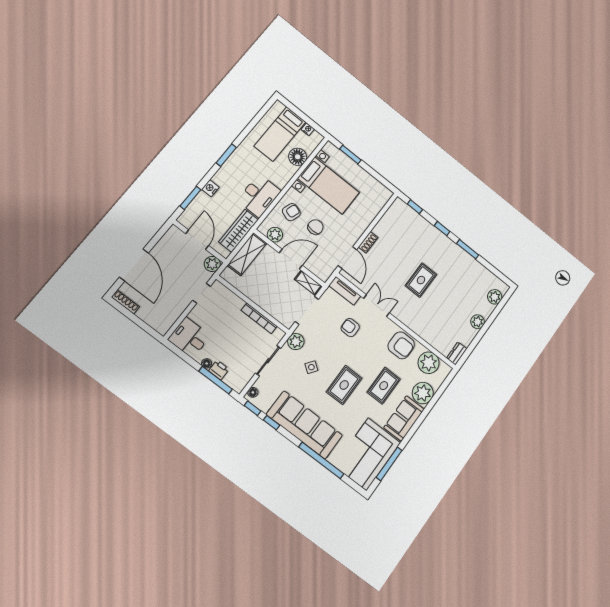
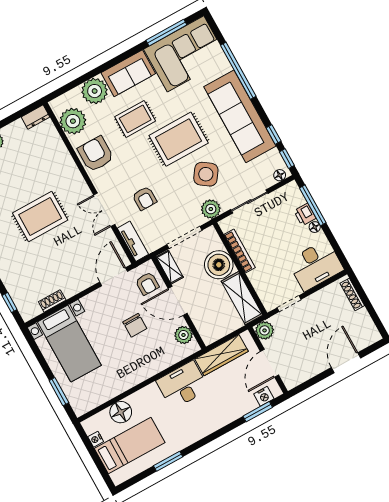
window: (226, 155) -> (168, 461), moved
bed with nightstands: (328, 185) -> (69, 344), moved, turned 180
nightstand: (210, 188) -> (264, 396), moved
armchair: (291, 212) -> (147, 284), moved, turned -108
chair: (315, 227) -> (135, 325), turned -90
shoe rack: (368, 242) -> (52, 301), moved
shelving: (247, 254) -> (242, 298), moved, turned 90
door: (134, 265) -> (346, 363), width x0.73
rug: (421, 280) -> (40, 217), width x1.36, depth x1.43
boiler: (271, 301) -> (219, 265), added
shoe rack: (125, 302) -> (352, 294), moved
desk: (189, 337) -> (316, 265), width x1.37
side table: (311, 367) -> (206, 174), width x1.87, depth x1.87
rug: (344, 385) -> (179, 139), width x1.36, depth x1.43

